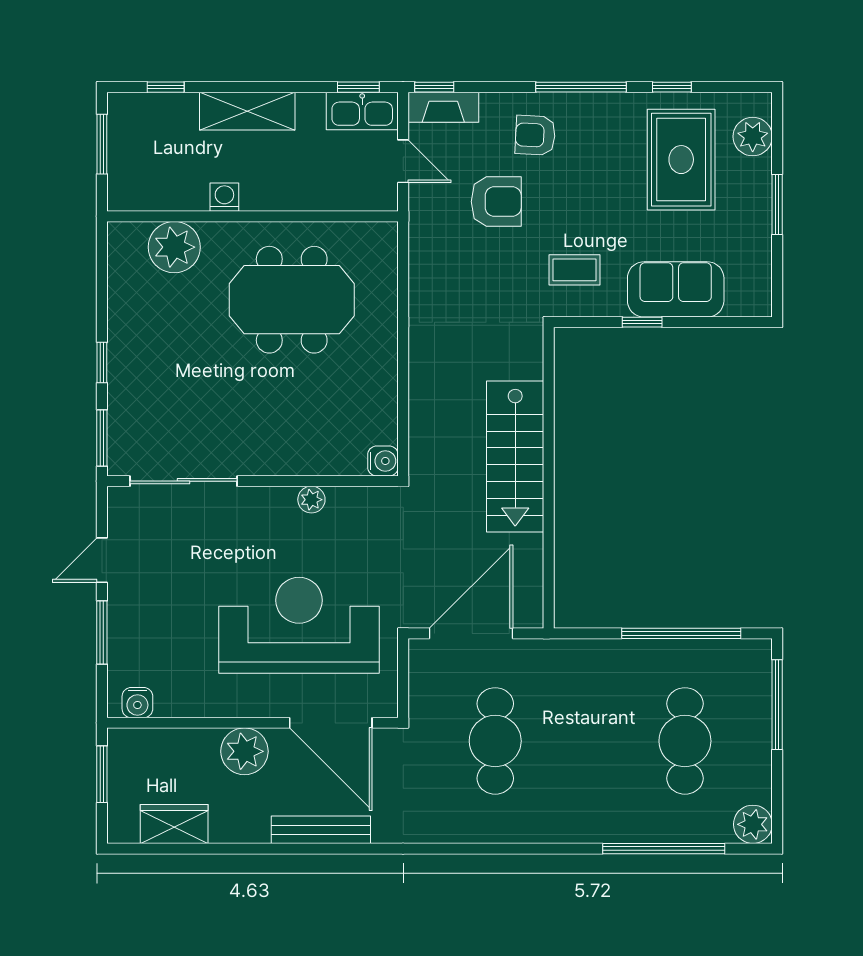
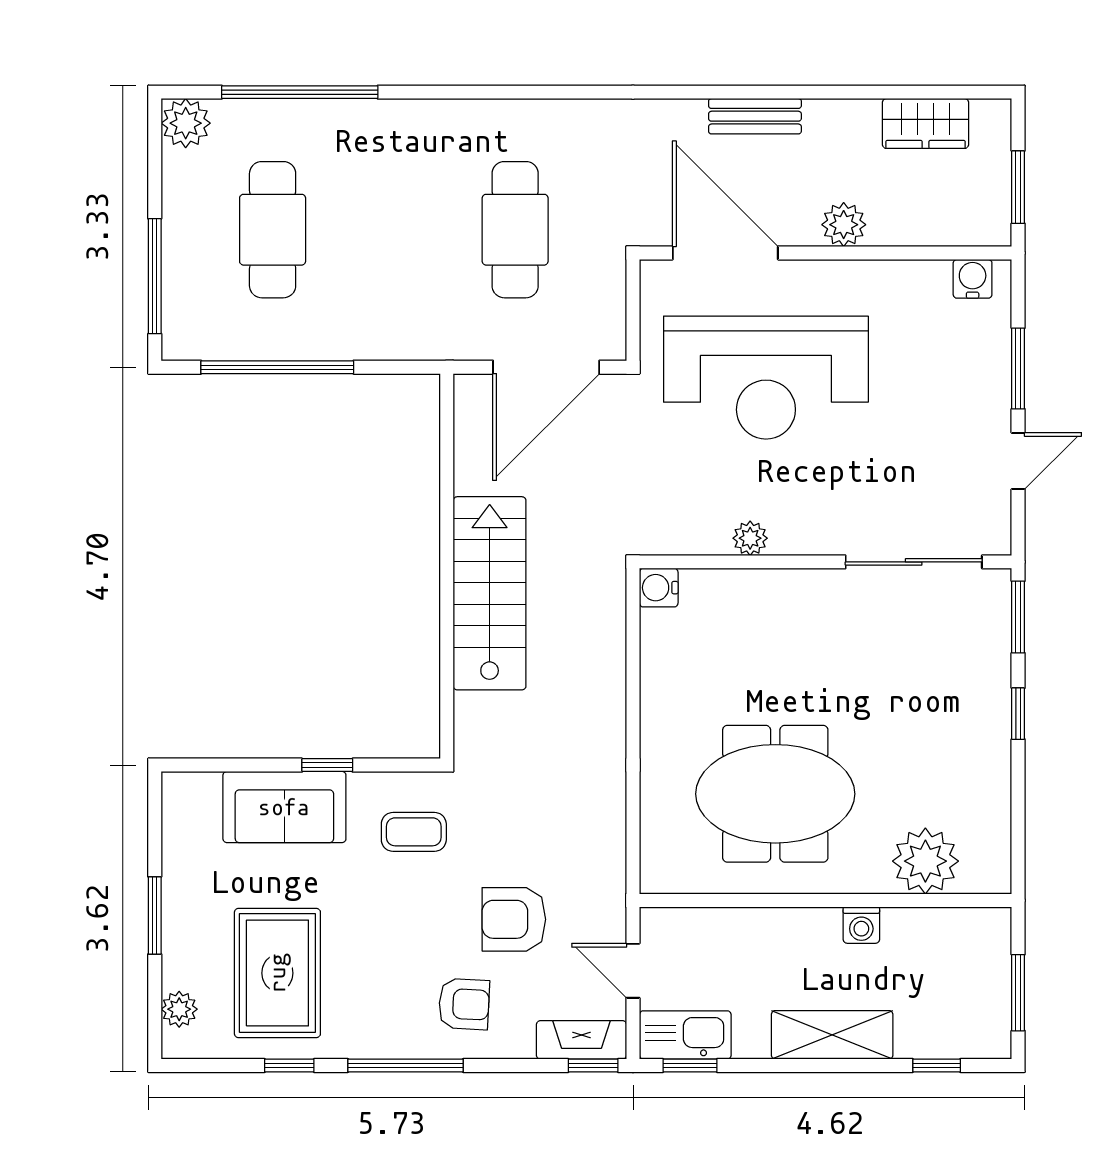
plant: (753, 137) -> (179, 1009), width x0.73, depth x0.73
plant: (244, 751) -> (844, 225), width x0.73, depth x0.73
bench: (321, 830) -> (755, 116), width x0.73

